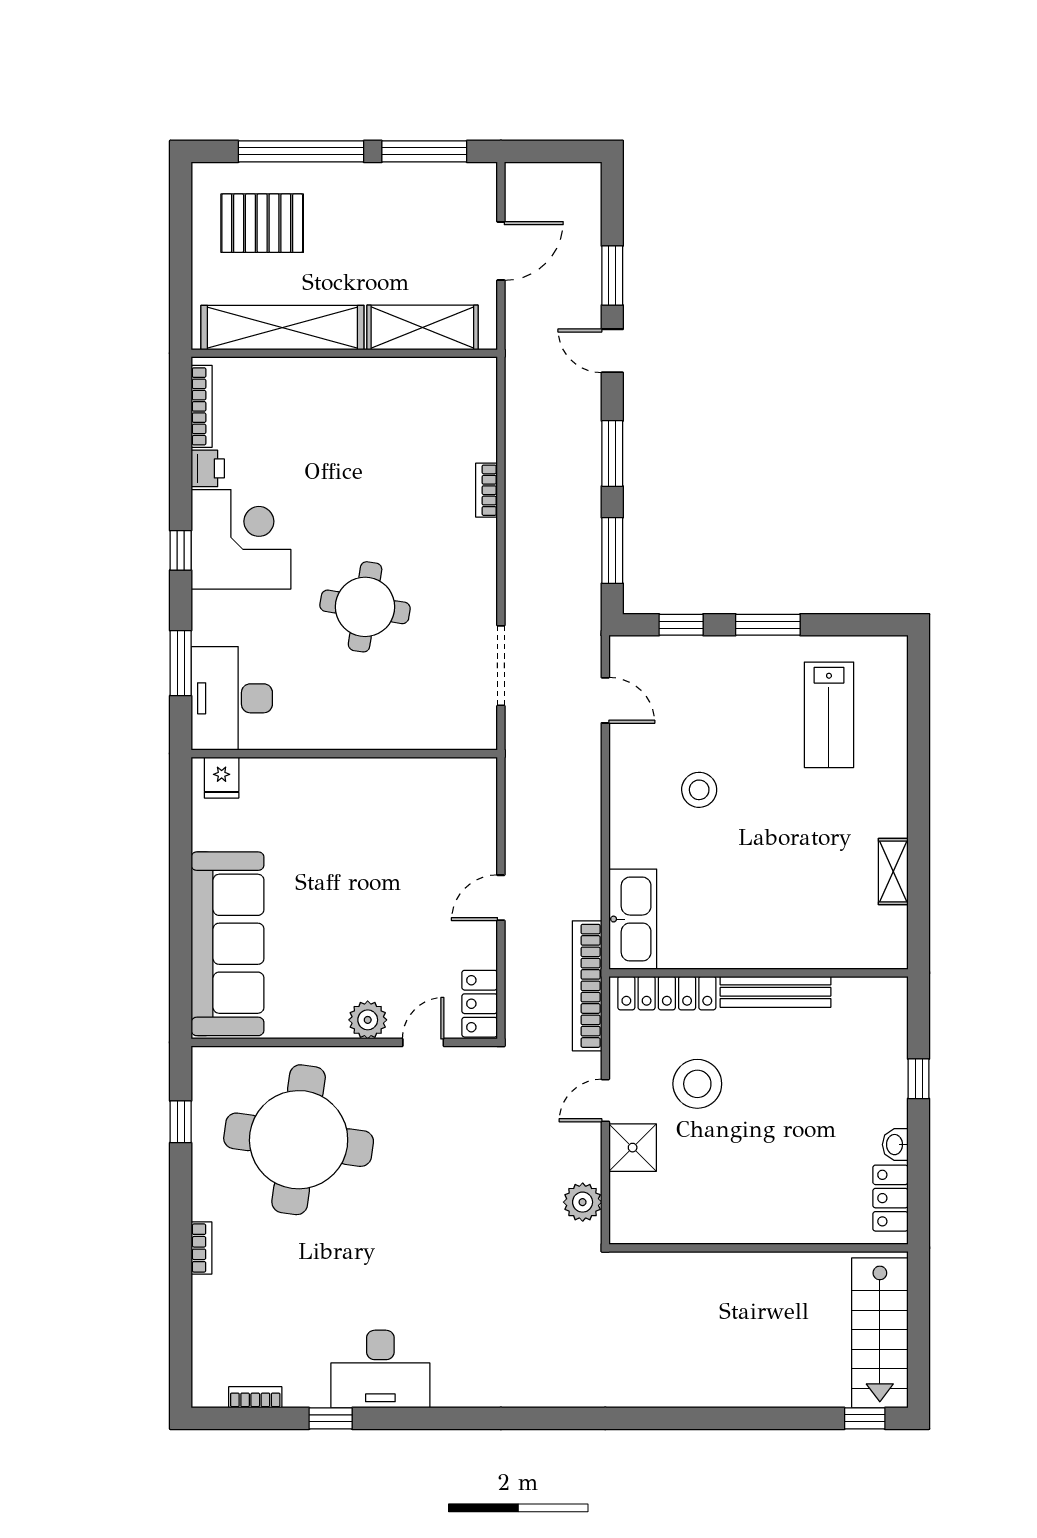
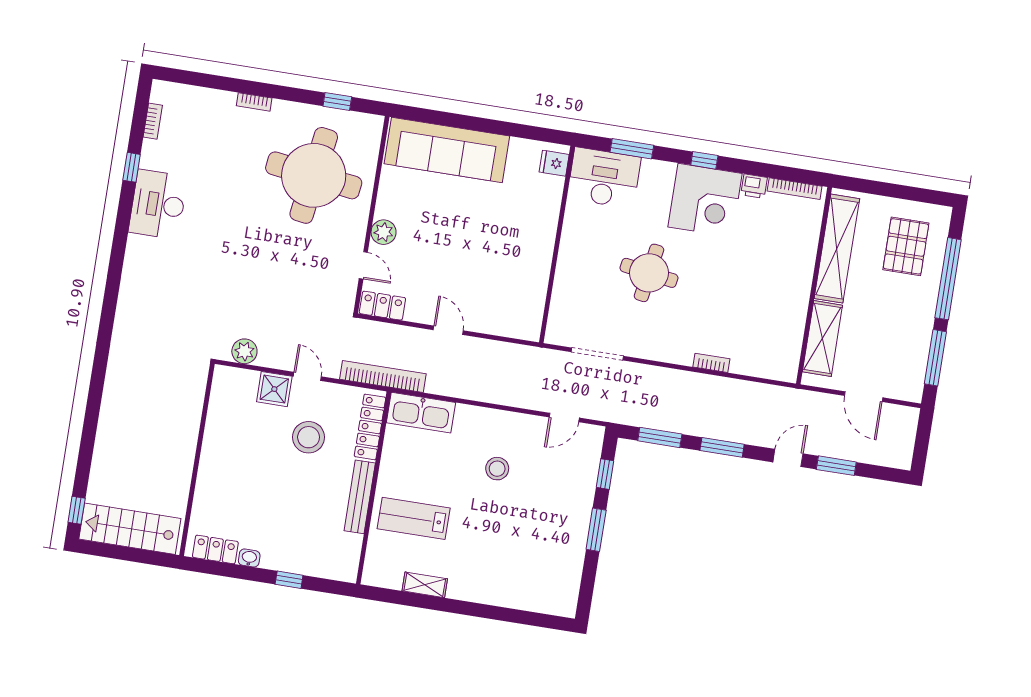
lab bench: (829, 715) -> (414, 518), moved

